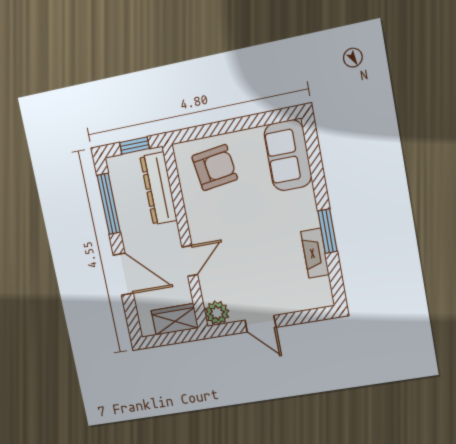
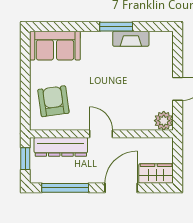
door: (190, 261) -> (101, 134), moved
wardrobe: (175, 319) -> (156, 173), moved, turned 90

